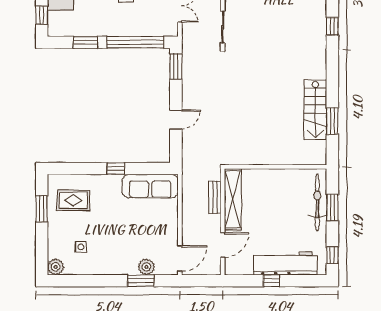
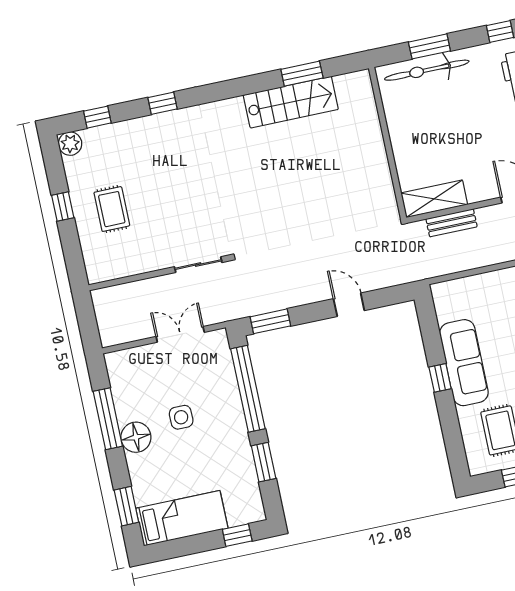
sofa: (150, 186) -> (464, 363), moved
shelving: (233, 199) -> (434, 199), width x0.68

